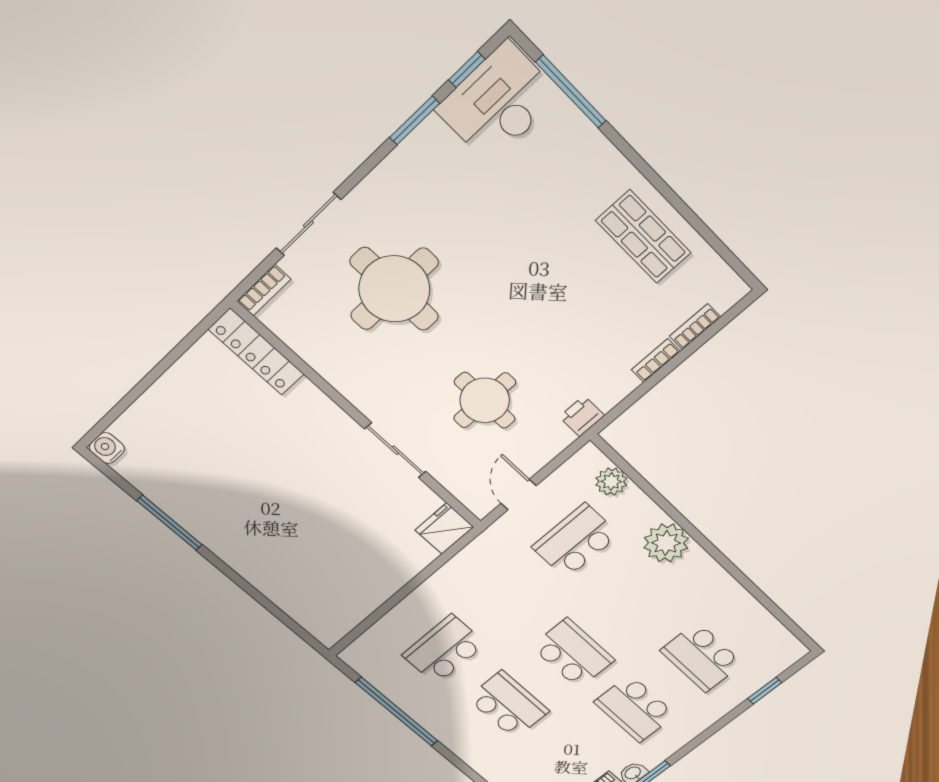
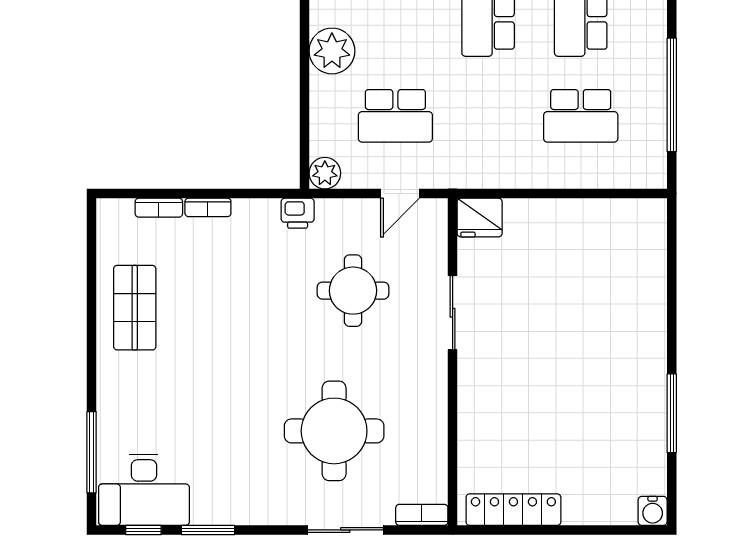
locker: (256, 352) -> (513, 510), moved, turned -90
plant: (611, 482) -> (325, 173), moved

